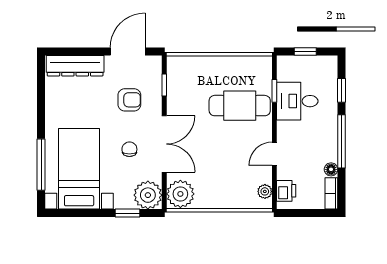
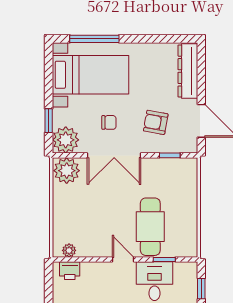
armchair: (129, 100) -> (156, 122), turned 100
door: (274, 154) -> (123, 259), moved

